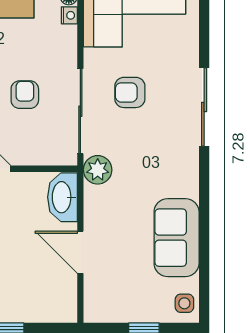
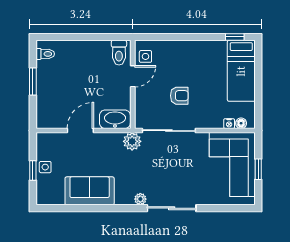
armchair: (130, 92) -> (181, 162), removed
plant: (190, 157) -> (140, 199), added
side table: (184, 303) -> (45, 167), moved

